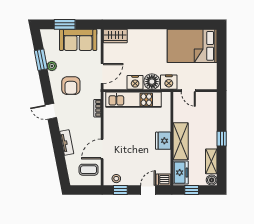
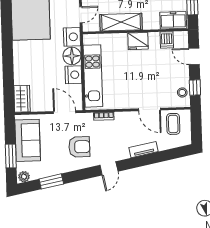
plant: (52, 66) -> (24, 177), moved
shelving: (181, 141) -> (121, 22), moved
dishwasher: (163, 180) -> (167, 40), moved

